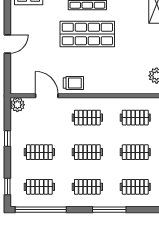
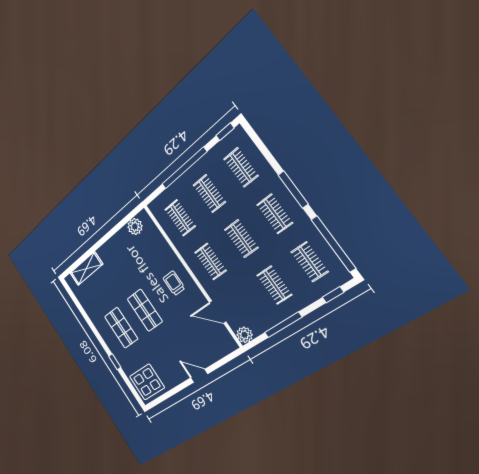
shop shelf: (87, 34) -> (145, 310), width x0.70, depth x0.74
trolley: (73, 83) -> (174, 283), moved
door: (47, 96) -> (218, 312), hinge flipped
window: (7, 139) -> (283, 325), width x2.17
window: (109, 210) -> (293, 189), moved

